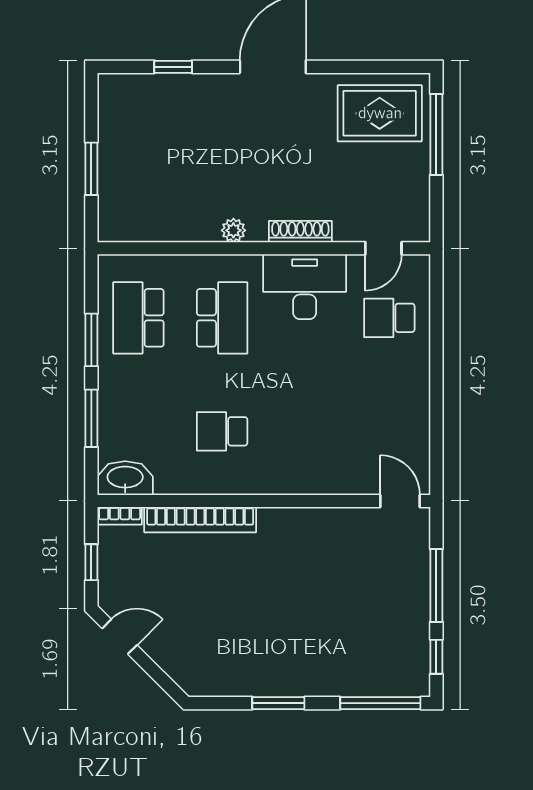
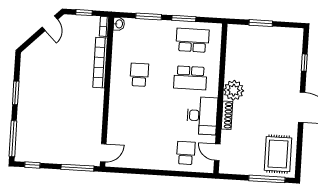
plant: (233, 230) -> (234, 90), width x1.87, depth x1.87
washbasin: (125, 478) -> (119, 24), width x0.52, depth x0.69
window: (436, 585) -> (77, 168), moved

